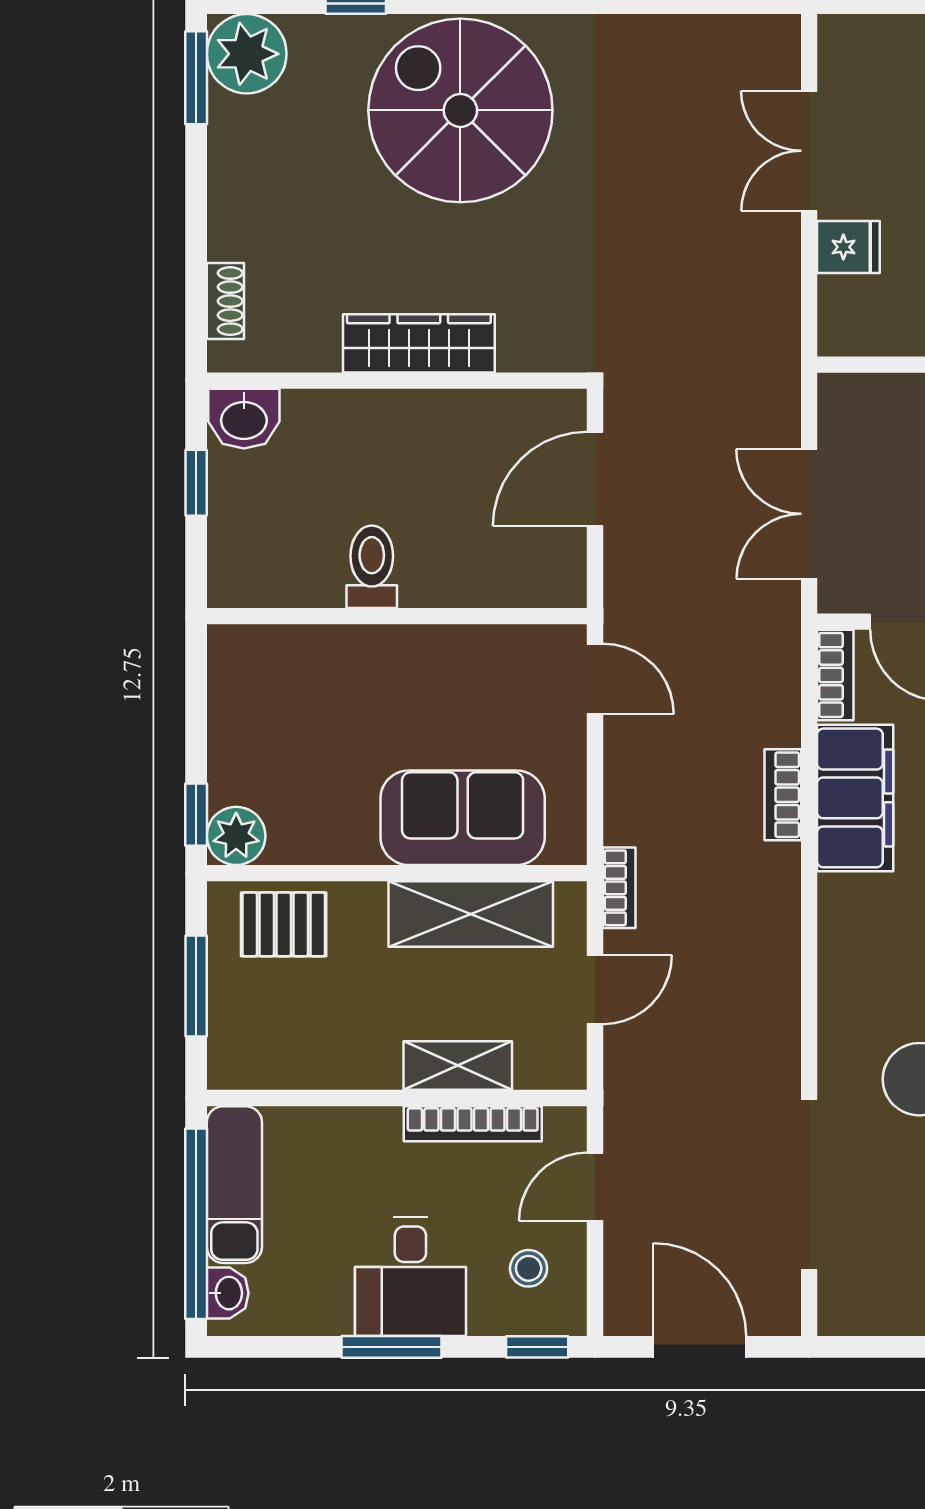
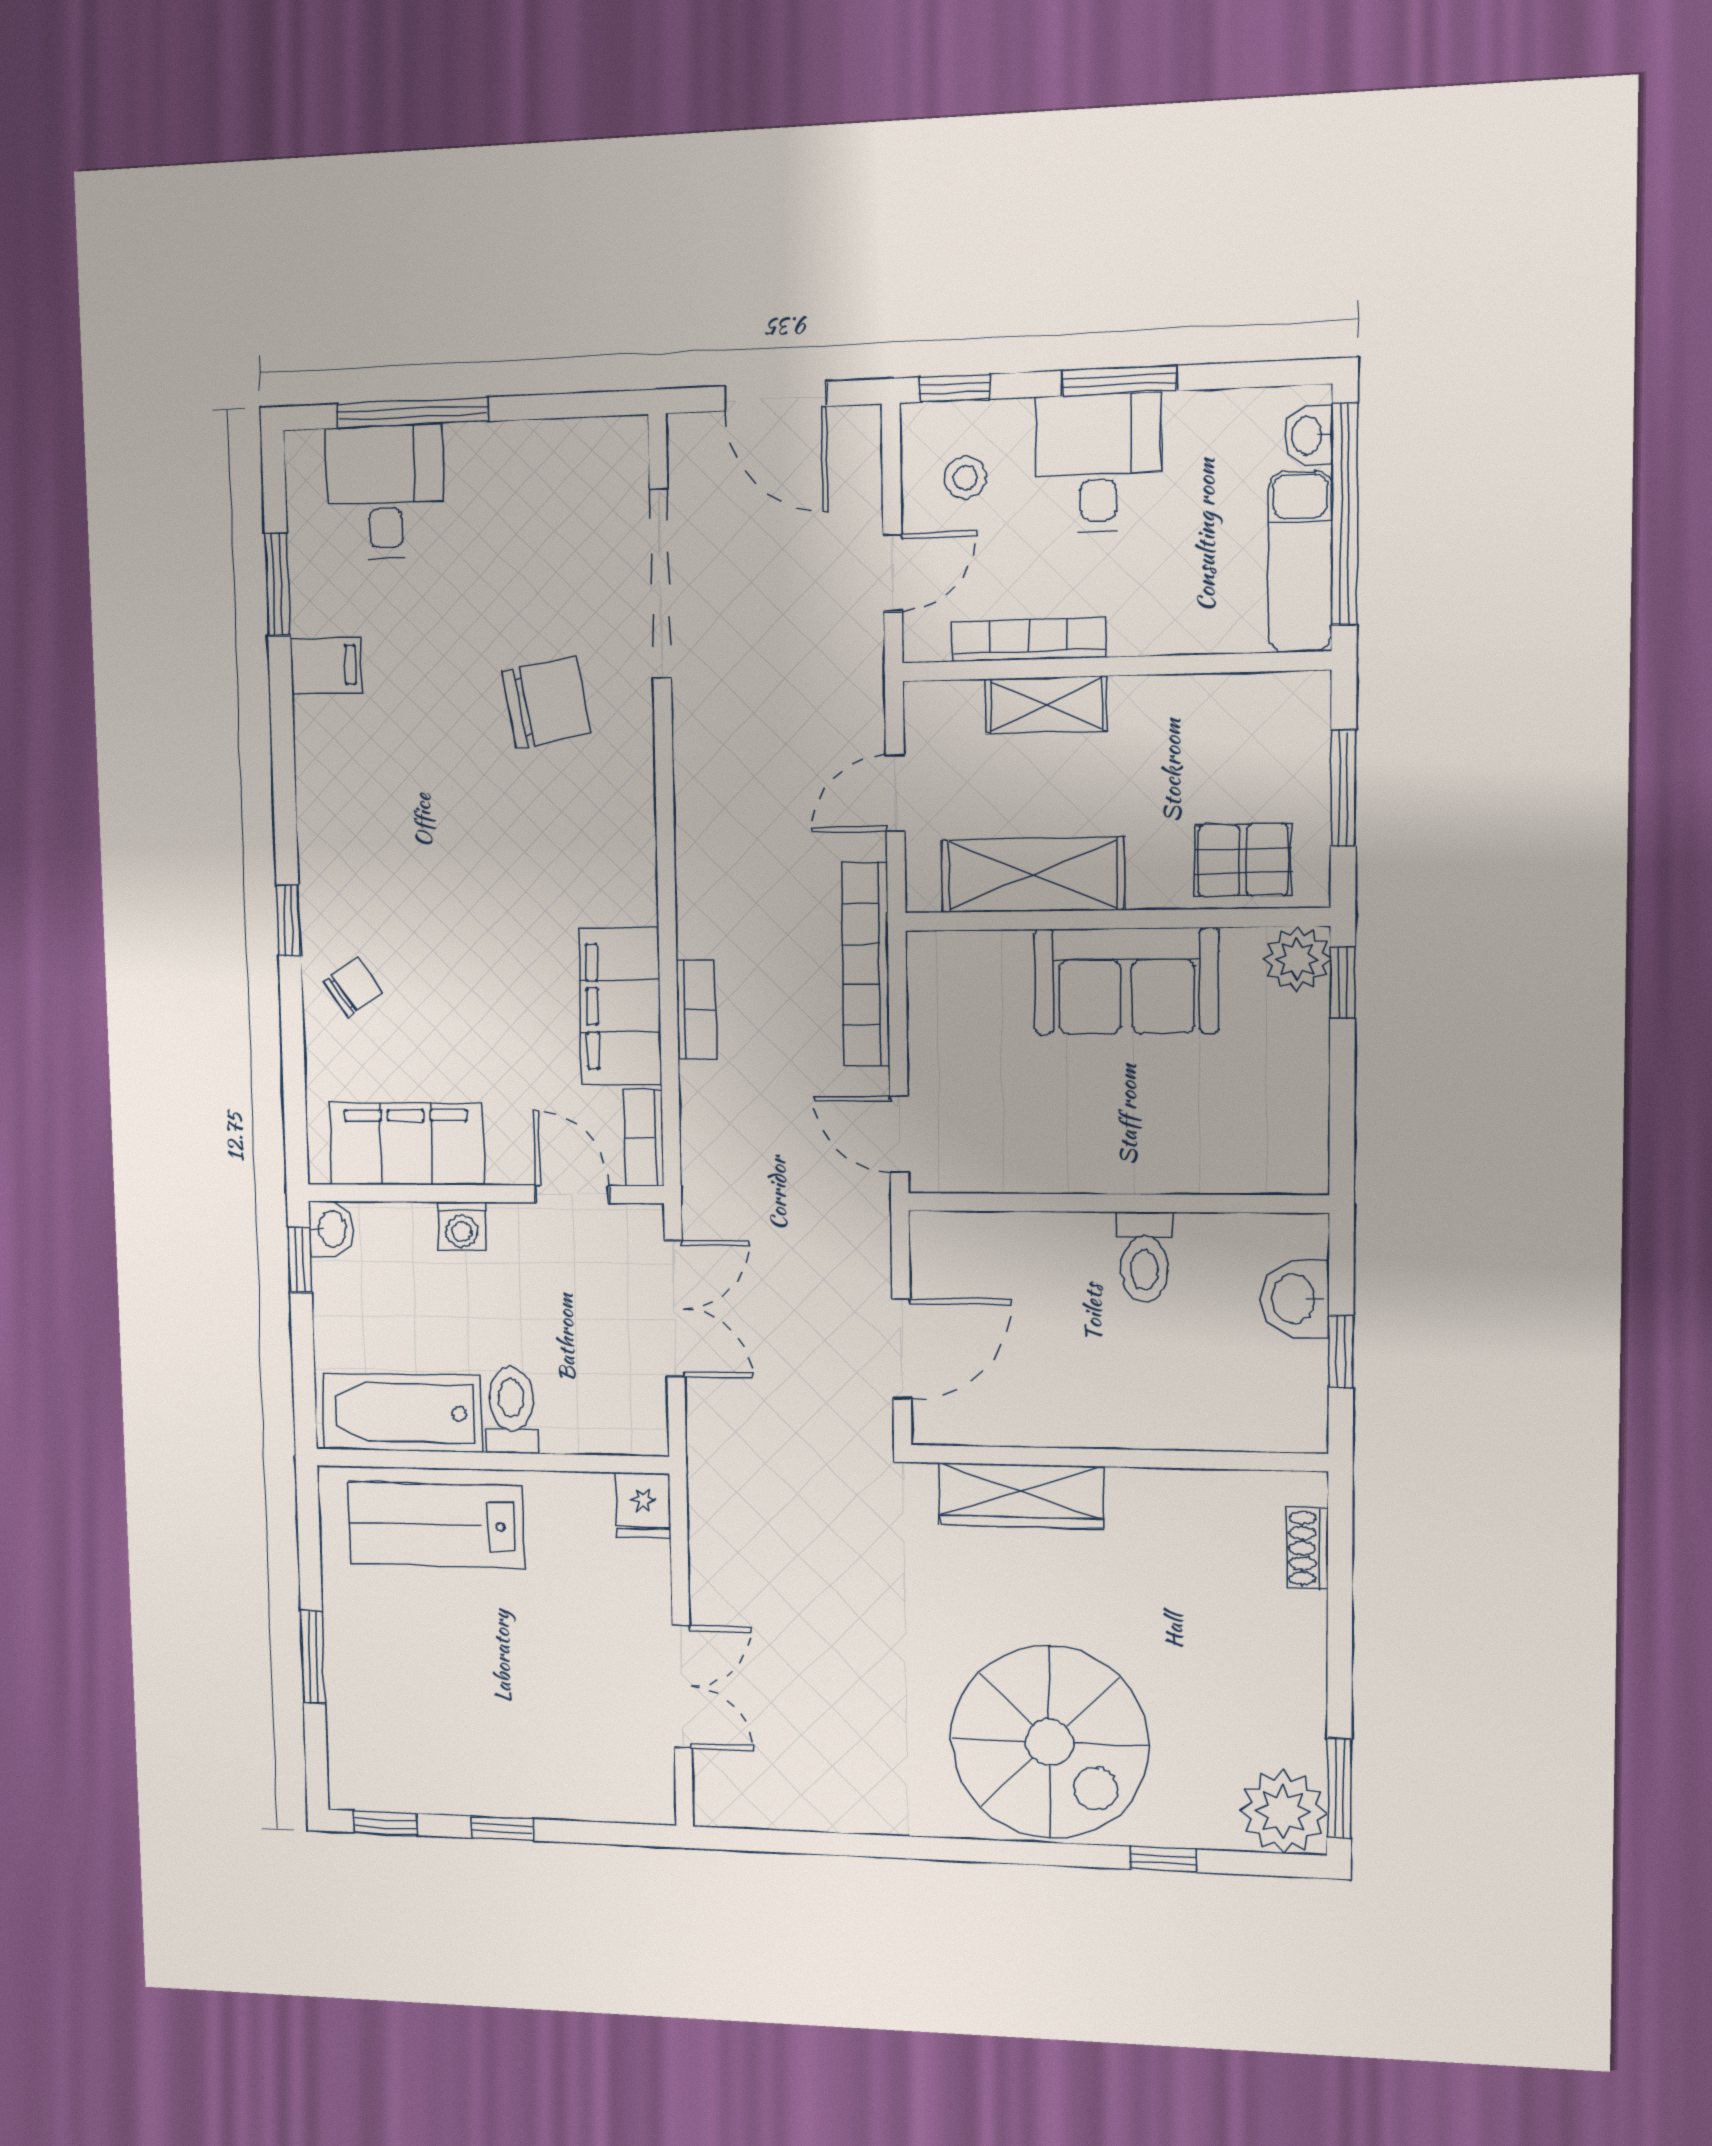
fridge: (848, 247) -> (643, 1505), moved, turned -90
wardrobe: (419, 343) -> (1021, 1496), moved
washbasin: (244, 419) -> (1295, 1299), moved, turned -90
sofa: (463, 818) -> (1126, 981), moved
bookcase: (619, 888) -> (865, 964), width x2.31, depth x1.31

